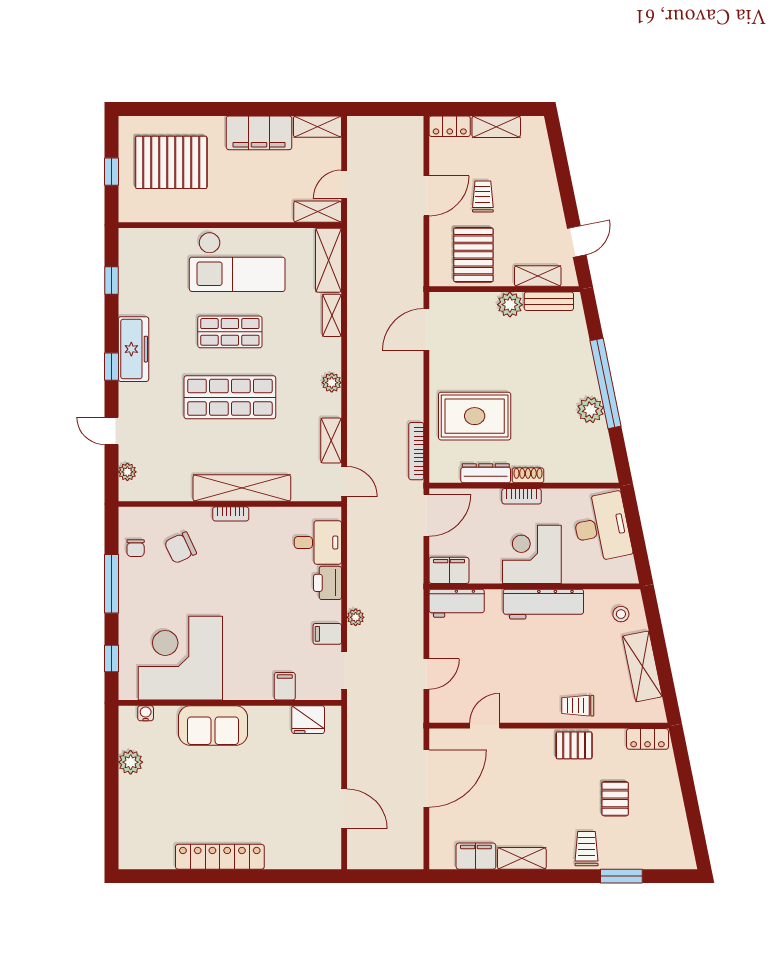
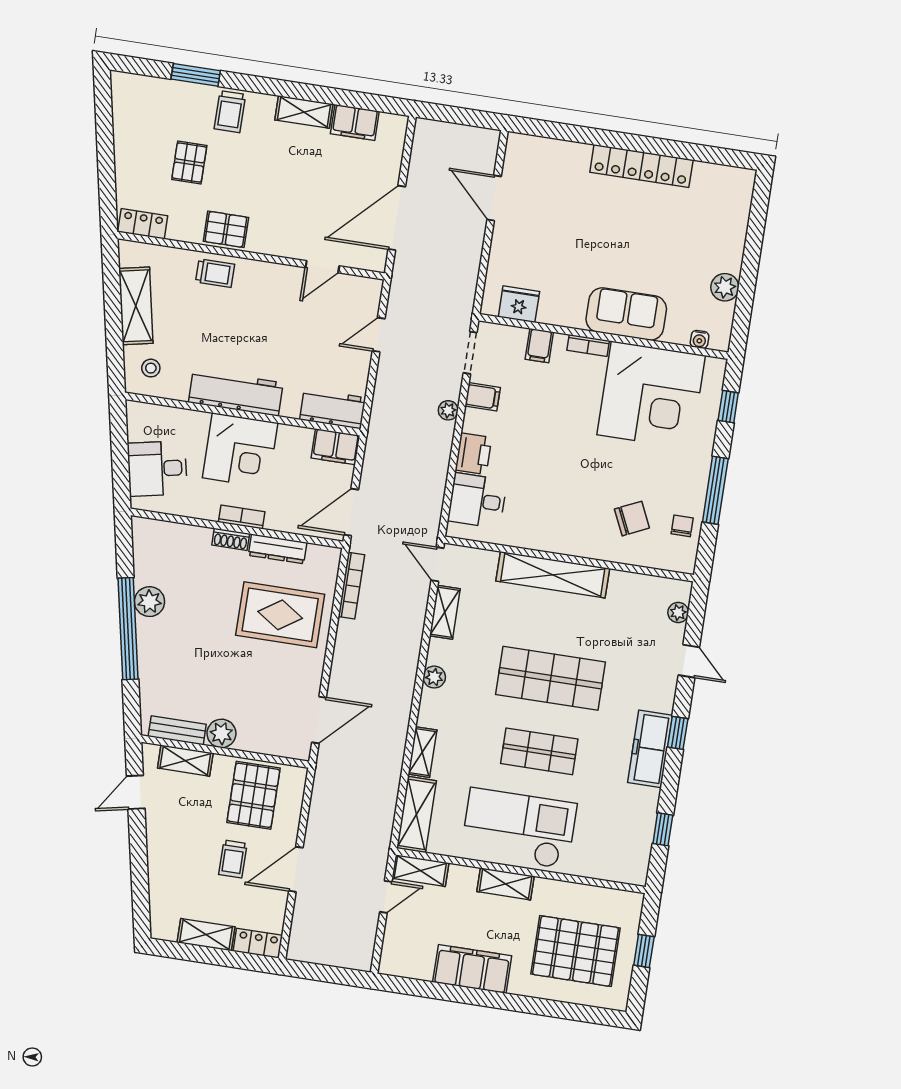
shelving: (317, 127) -> (506, 884), moved
bookcase: (231, 514) -> (588, 345), moved, turned 180
desk: (602, 527) -> (157, 469), width x0.73

